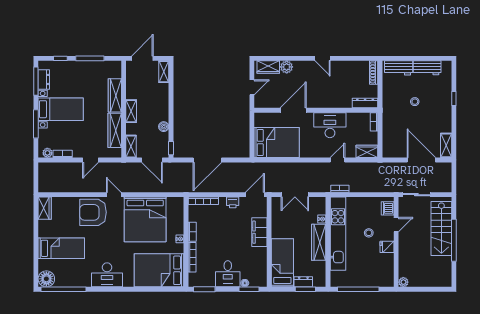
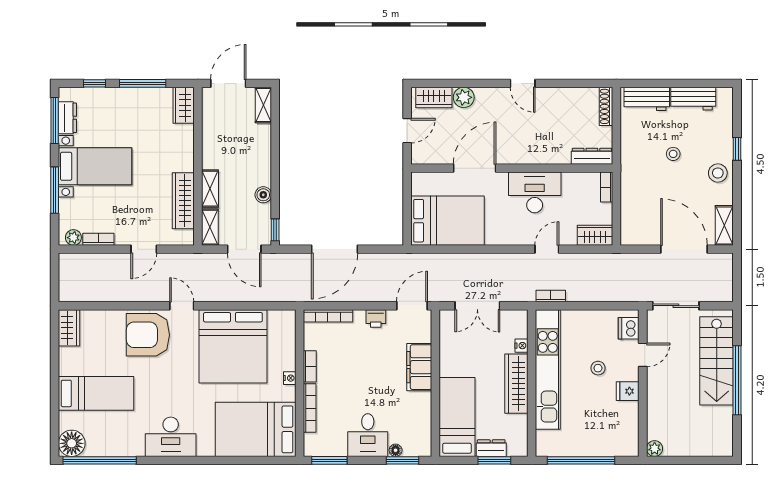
wardrobe: (115, 95) -> (184, 105), moved, width x0.67
shelving: (131, 111) -> (210, 189), moved
stool: (442, 113) -> (718, 173), added

